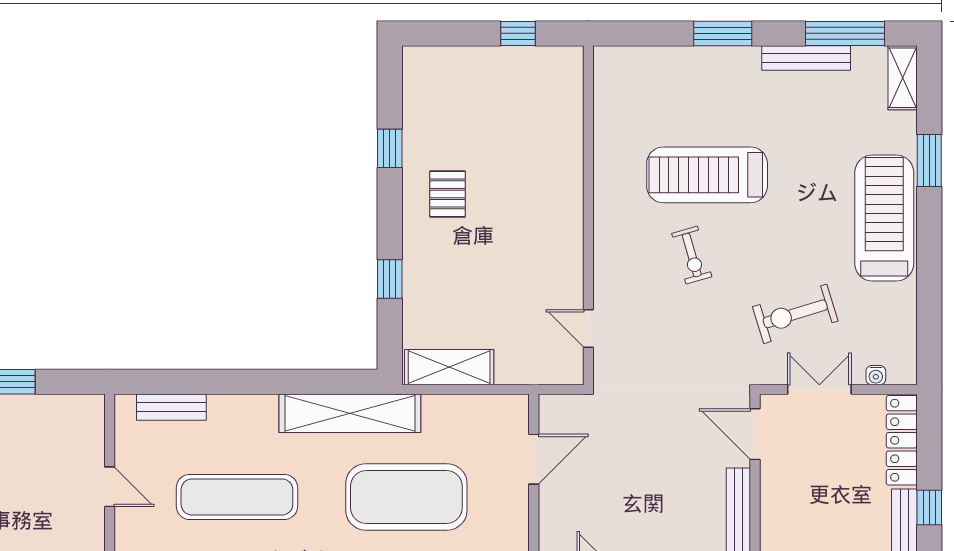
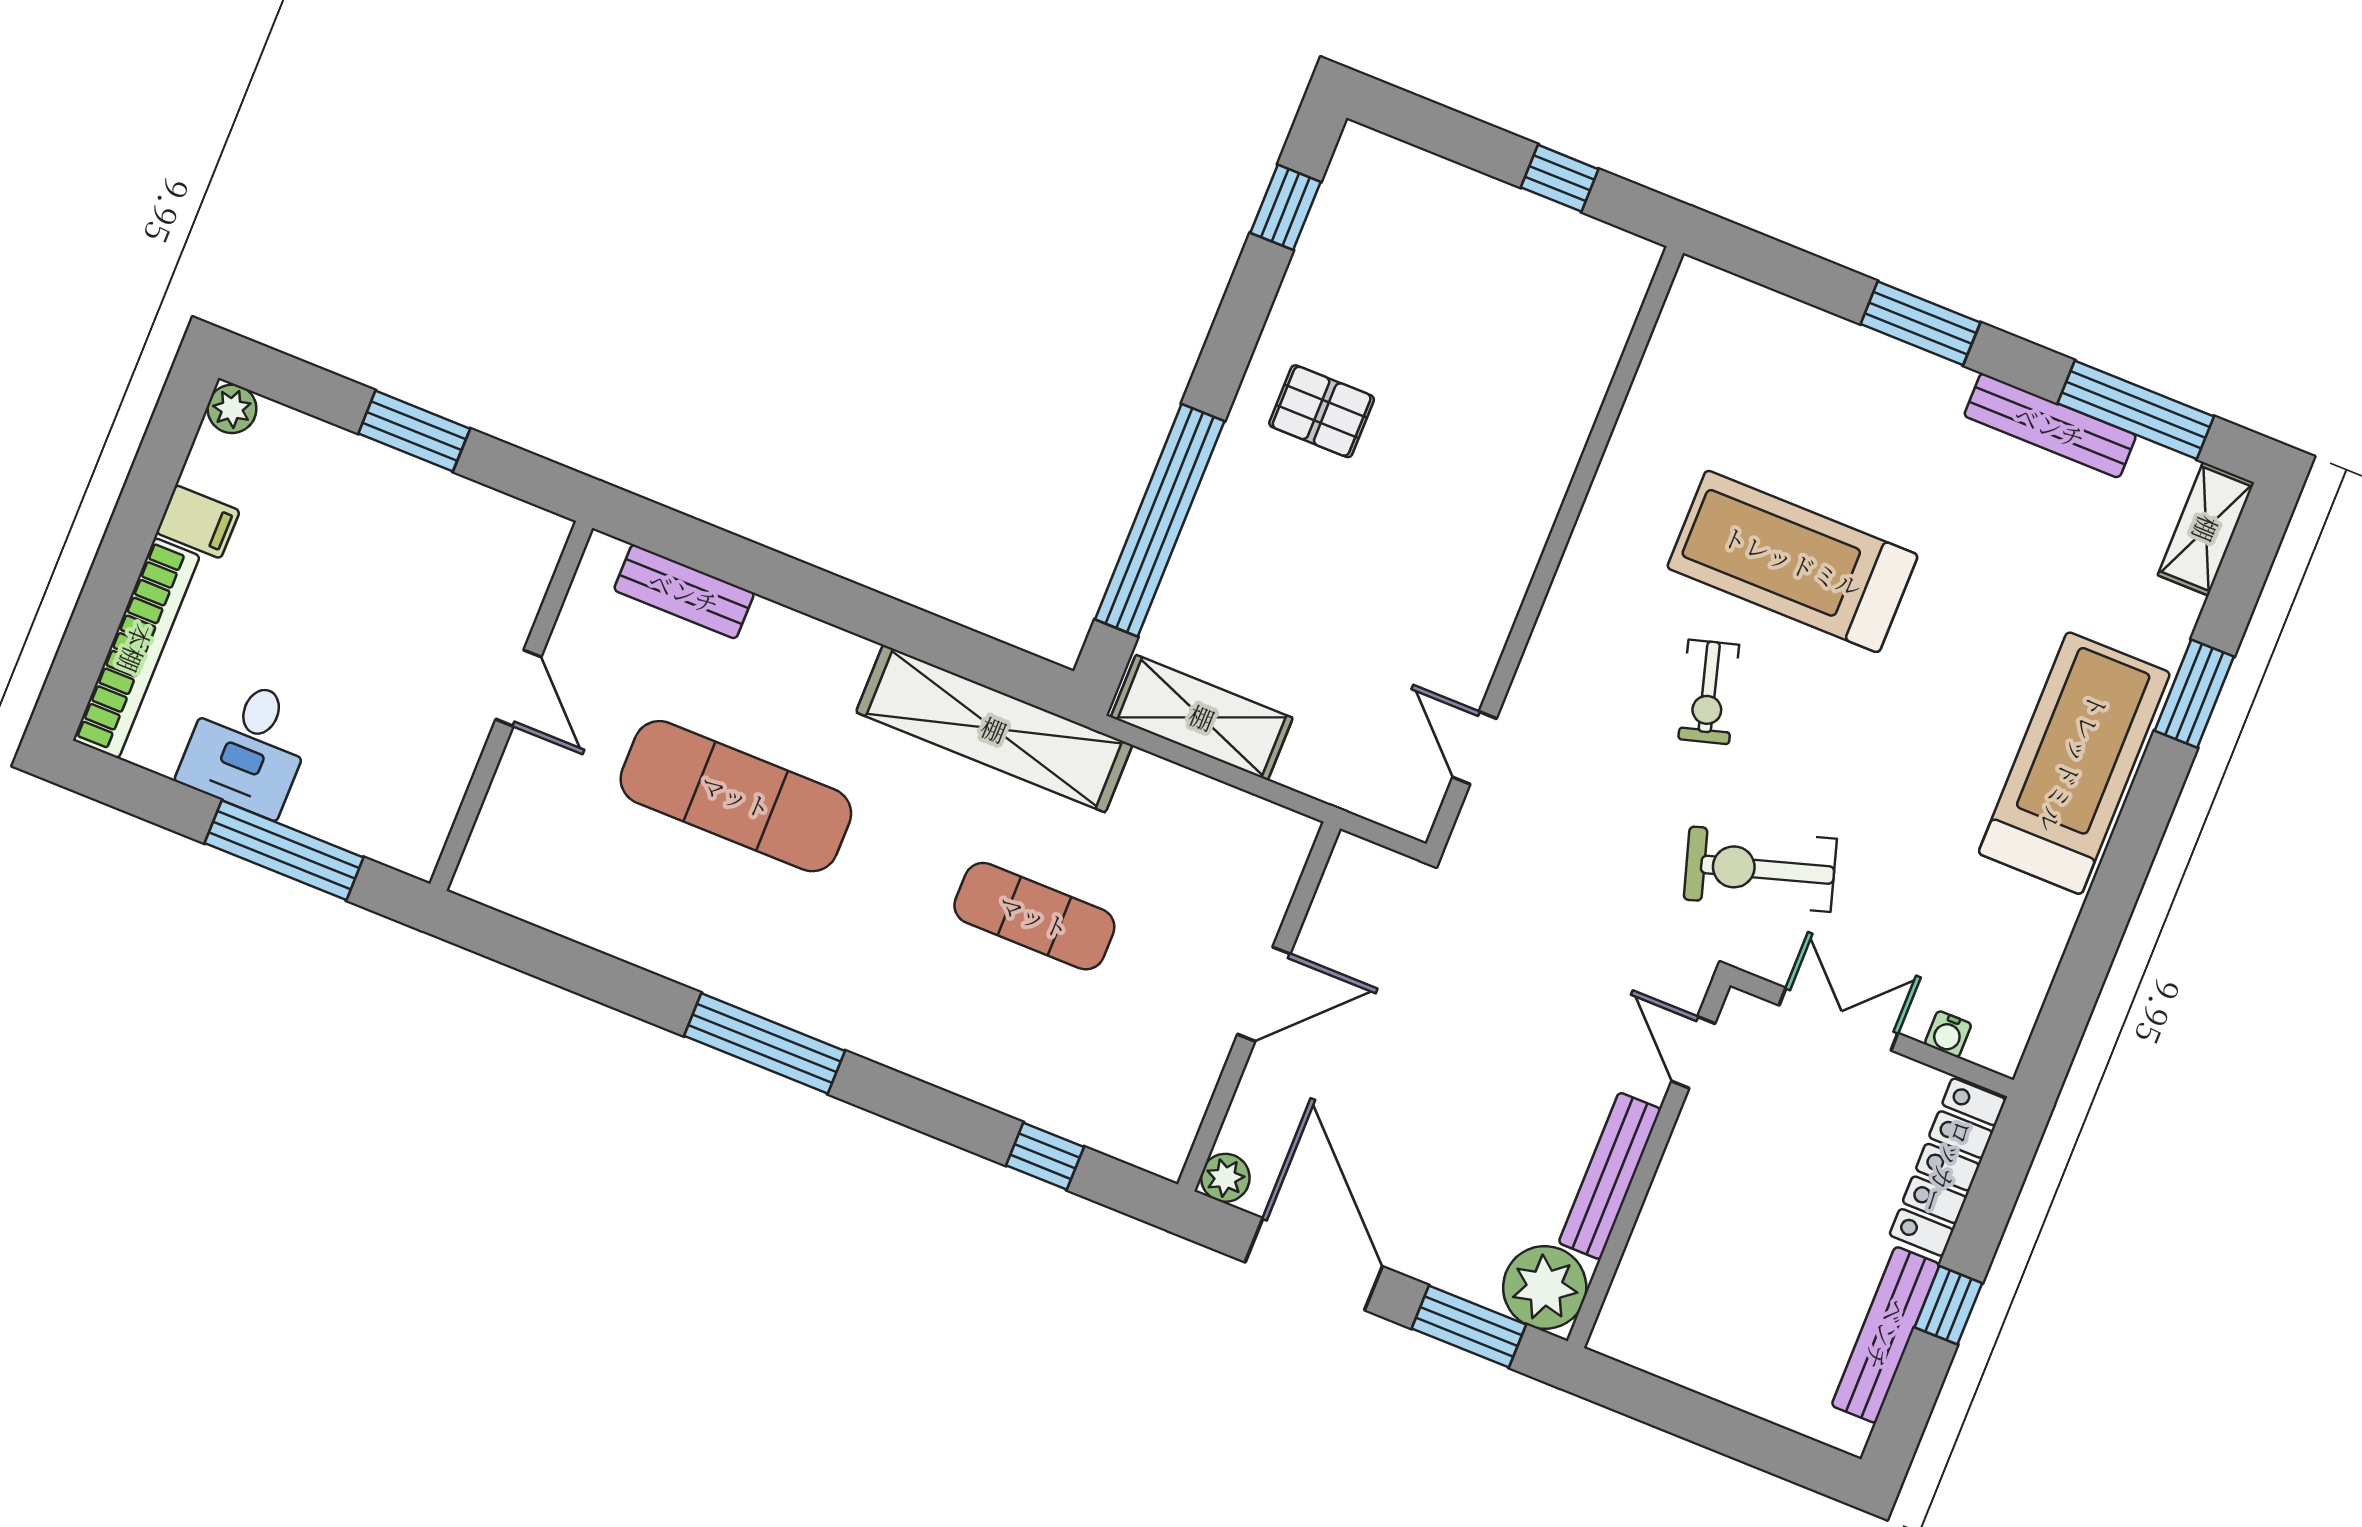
window: (390, 148) -> (1286, 207), moved
pallet: (448, 194) -> (1322, 411), turned 90
window: (390, 279) -> (1160, 520), width x3.17
exercise bike: (795, 314) -> (1760, 869), moved
door: (755, 434) -> (1693, 1052), width x0.73
door: (534, 459) -> (1264, 994), moved
exercise mat: (406, 497) -> (1034, 916), width x0.50, depth x0.69

